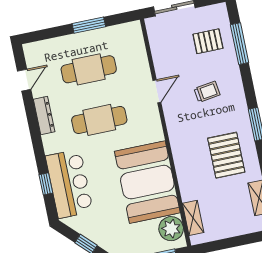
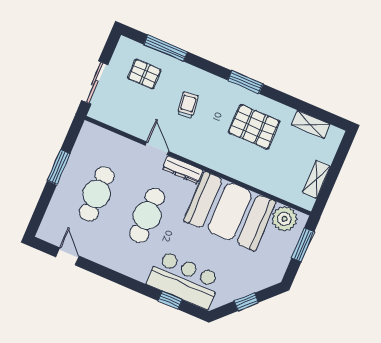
pallet: (208, 41) -> (144, 74), turned 90
dresser: (44, 115) -> (183, 170), moved, turned 180
shelving: (193, 218) -> (316, 179), moved, turned 90

